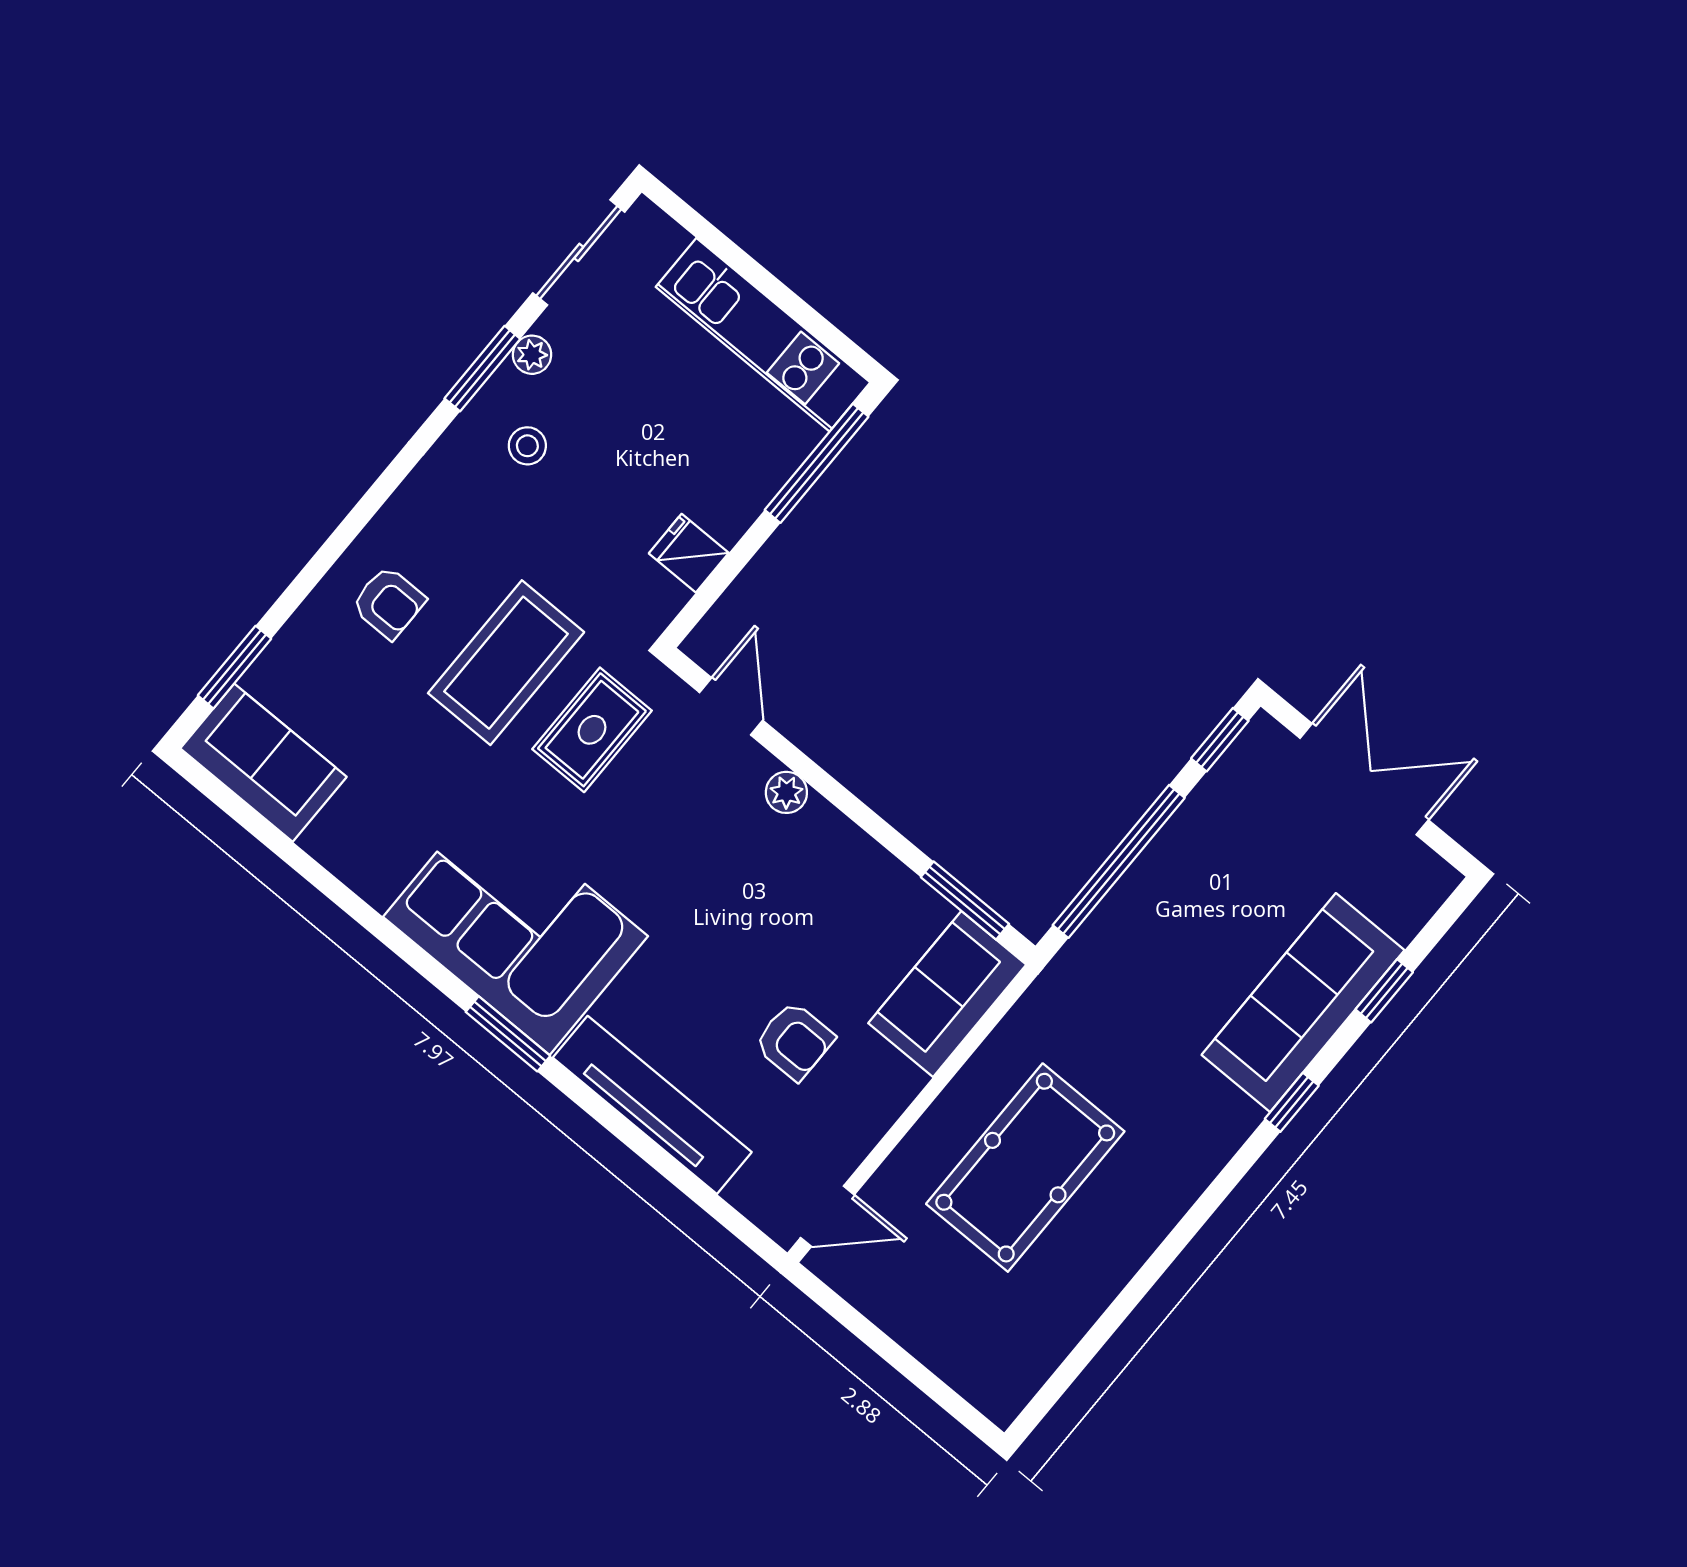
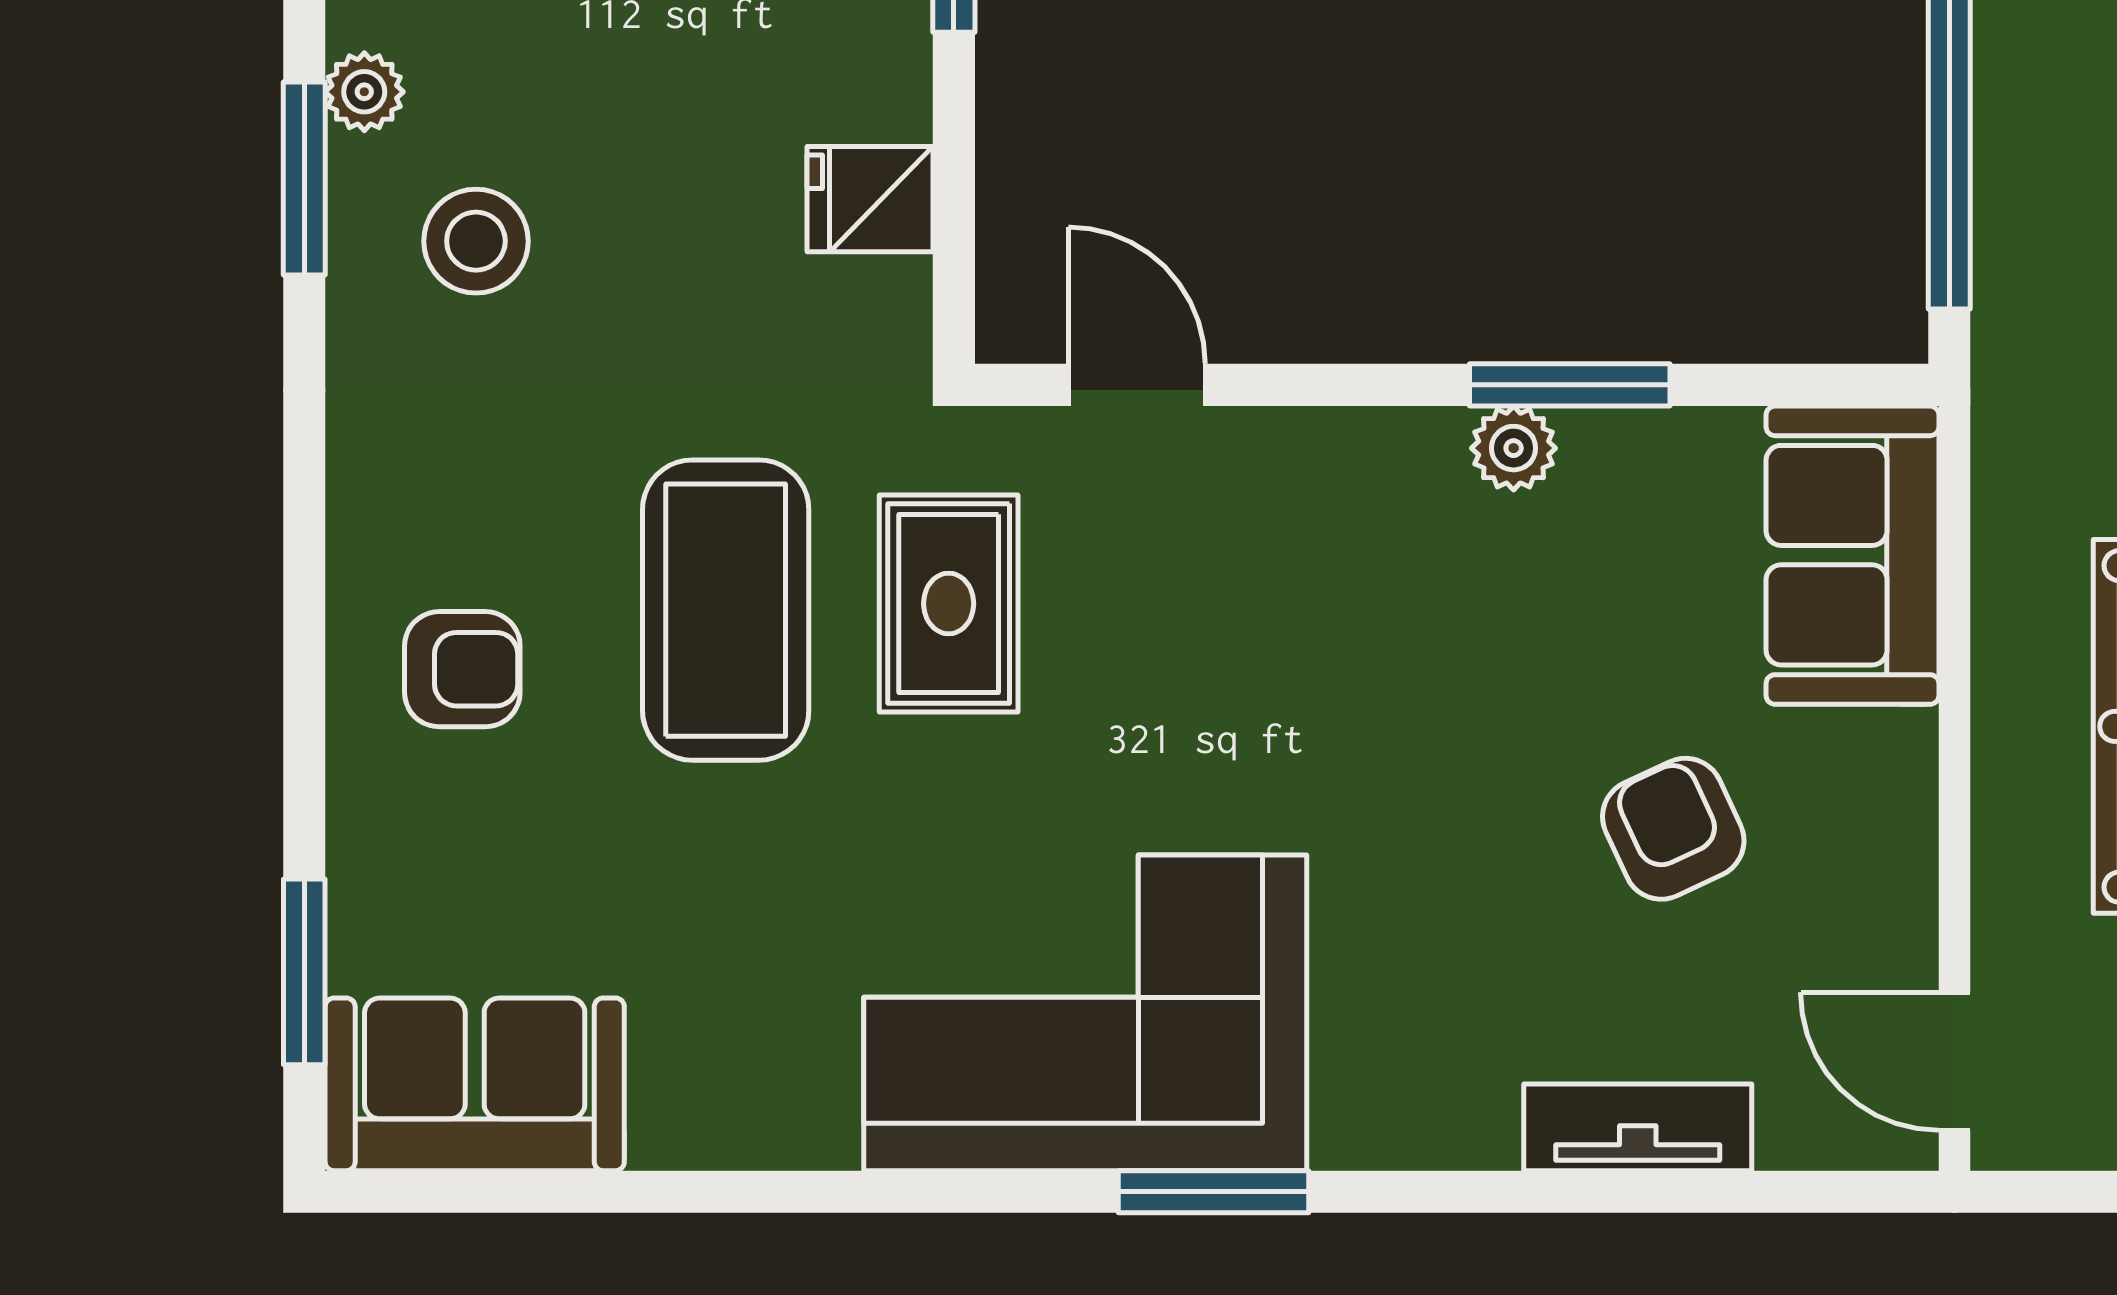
stool: (527, 446) -> (476, 241), width x1.37, depth x1.37
plant: (786, 792) -> (1514, 448), moved
window: (965, 900) -> (1570, 385), moved
armchair: (794, 1041) -> (1673, 829), turned -115
tv unit: (652, 1105) -> (1638, 1127), width x0.52, depth x0.78
door: (827, 1216) -> (1954, 1061), swing flipped

